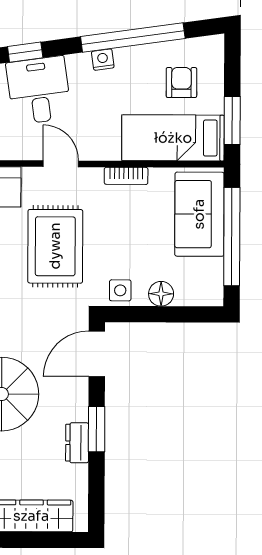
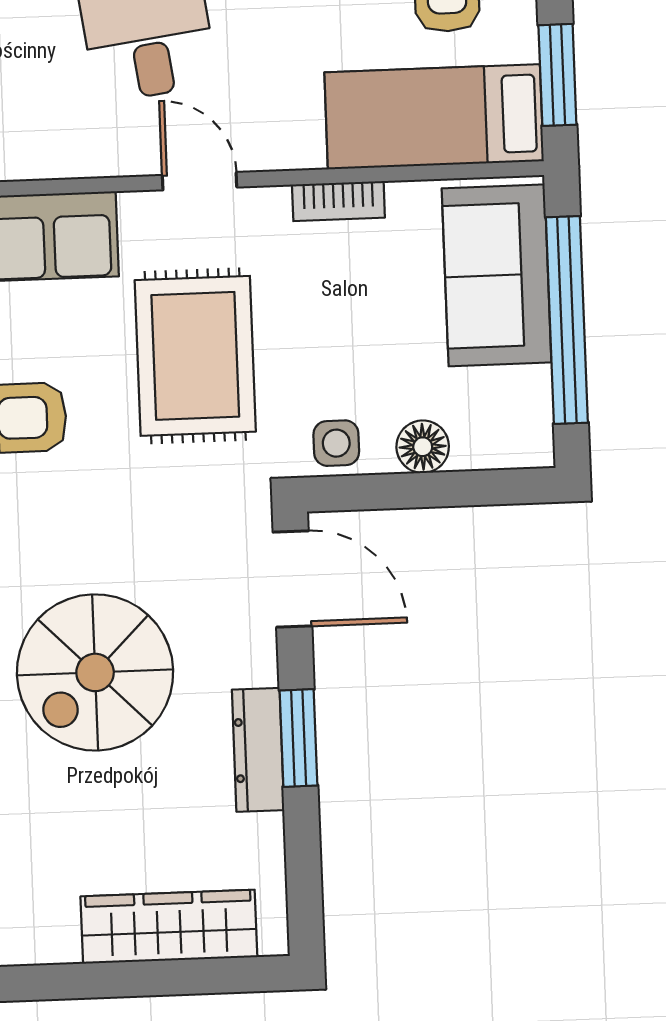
door: (97, 354) -> (292, 579), swing flipped
dresser: (77, 443) -> (258, 750), width x1.44

